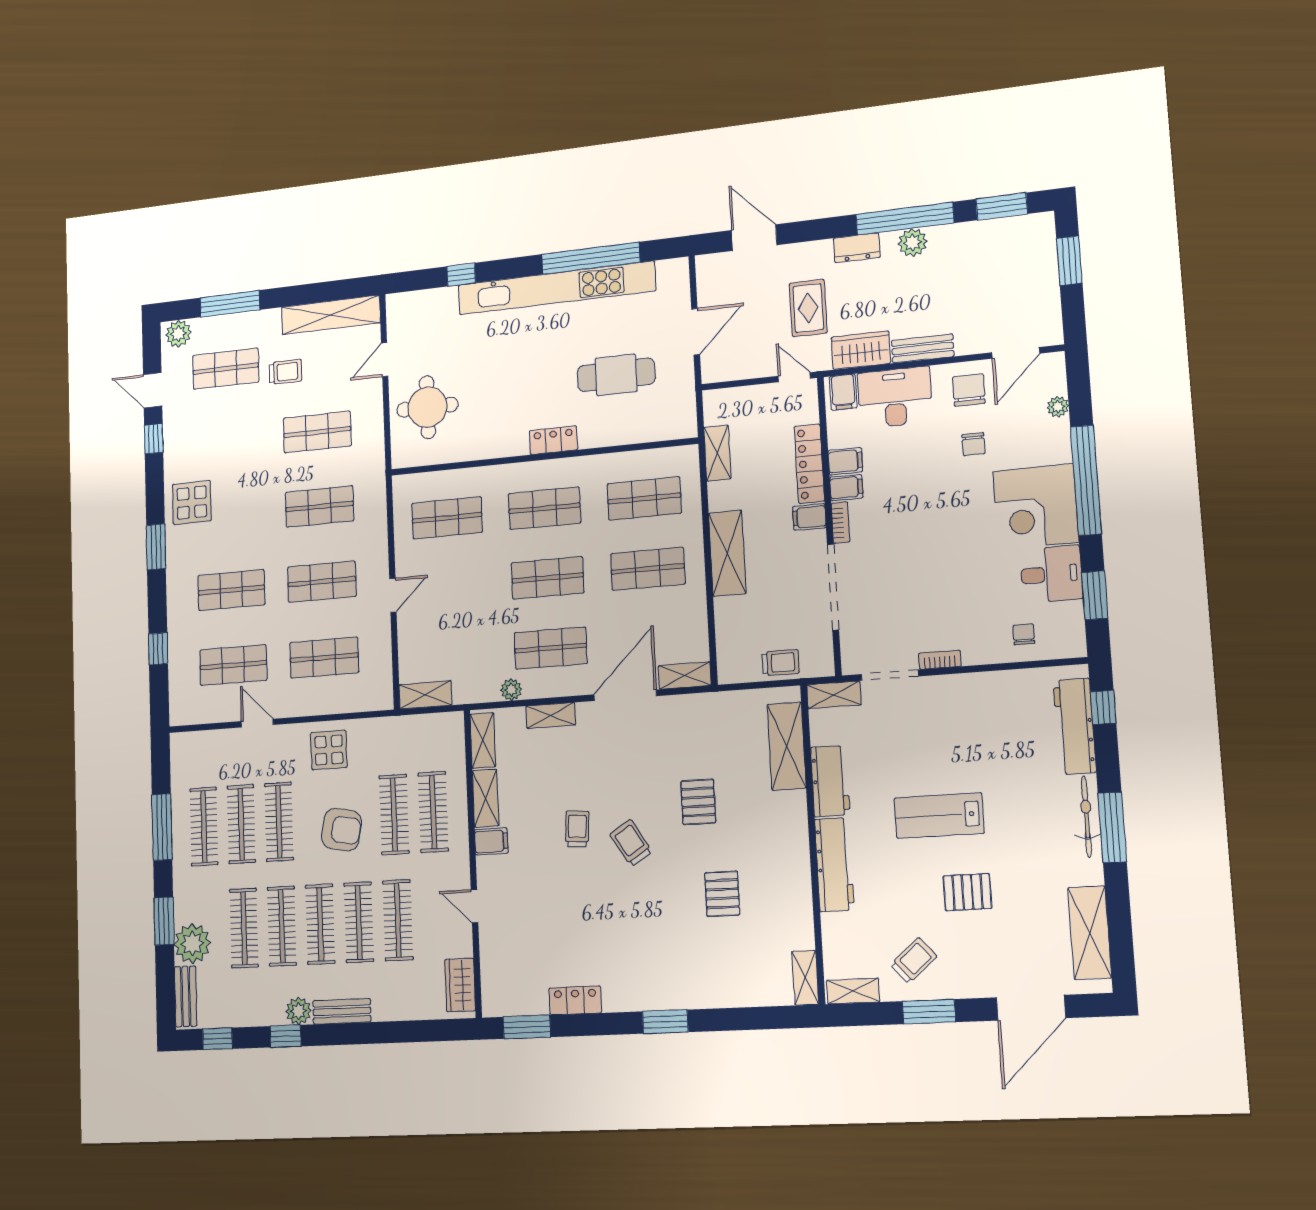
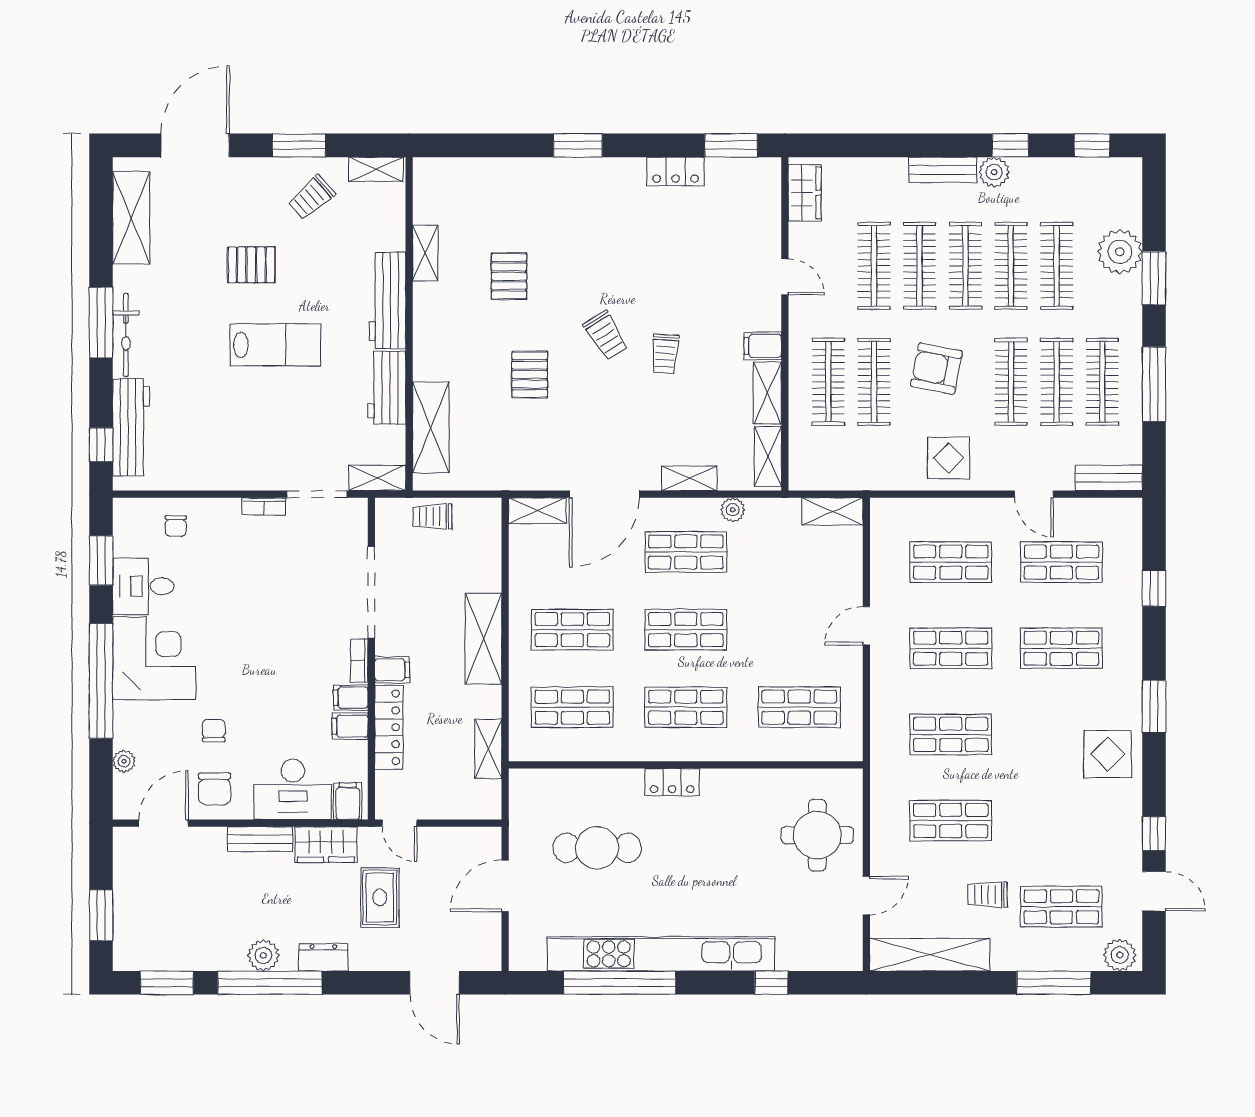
shelving: (805, 978) -> (425, 253), moved
bench: (186, 996) -> (1109, 478), moved, turned 90

